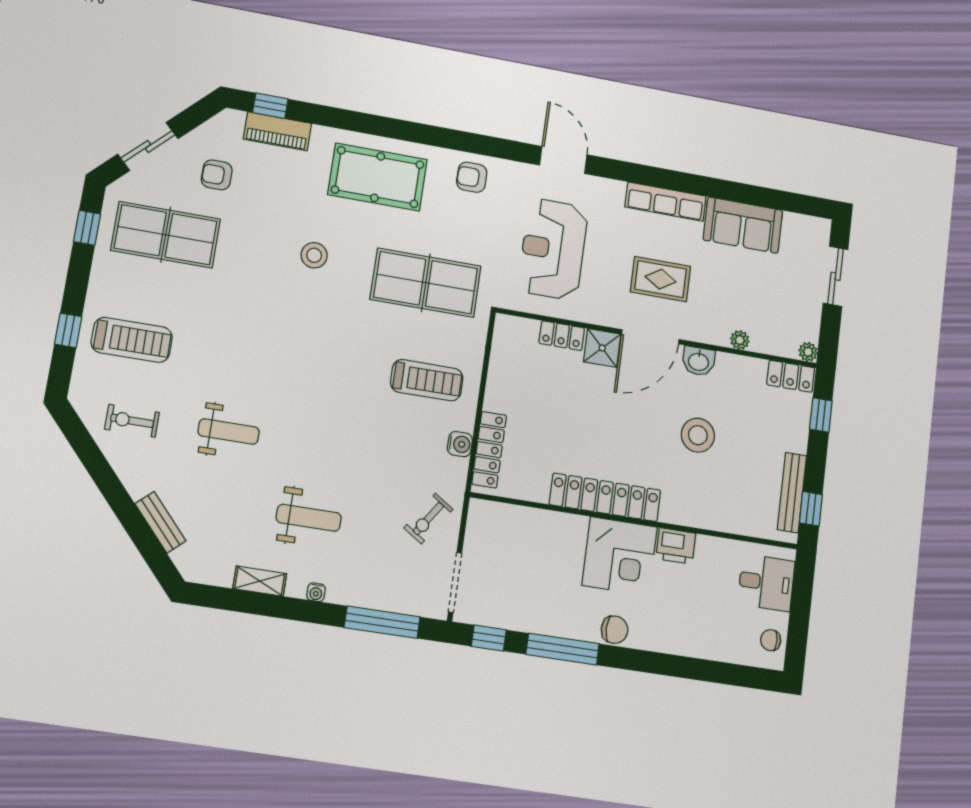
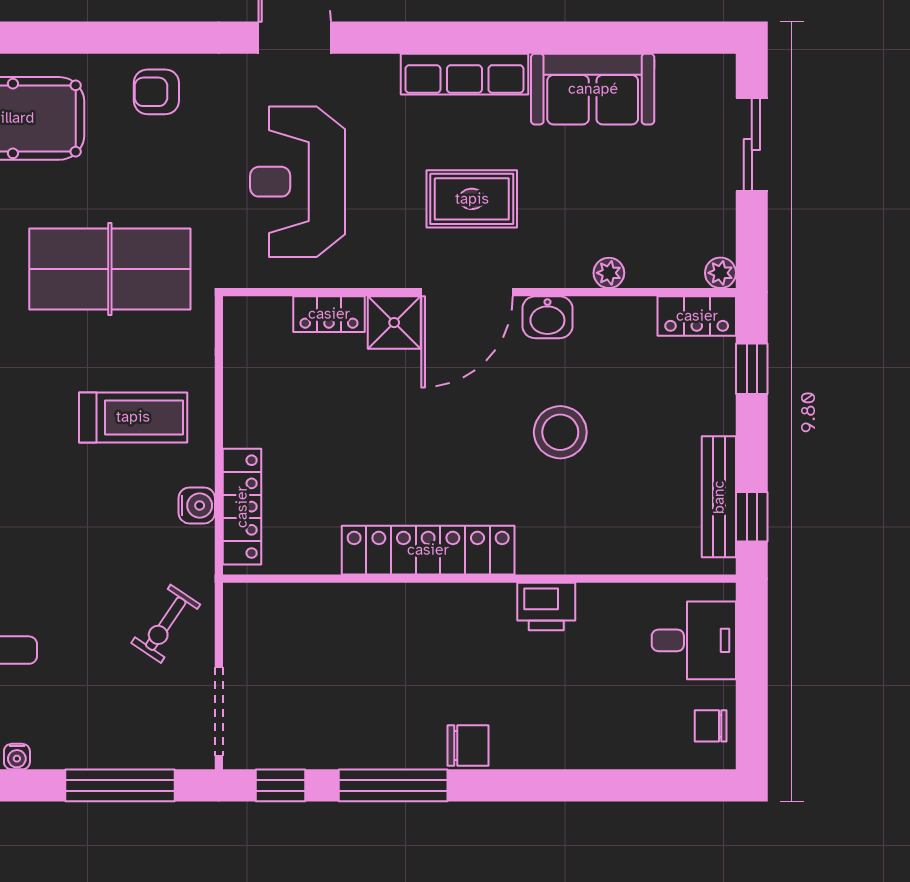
corner desk: (620, 556) -> (462, 635), removed

